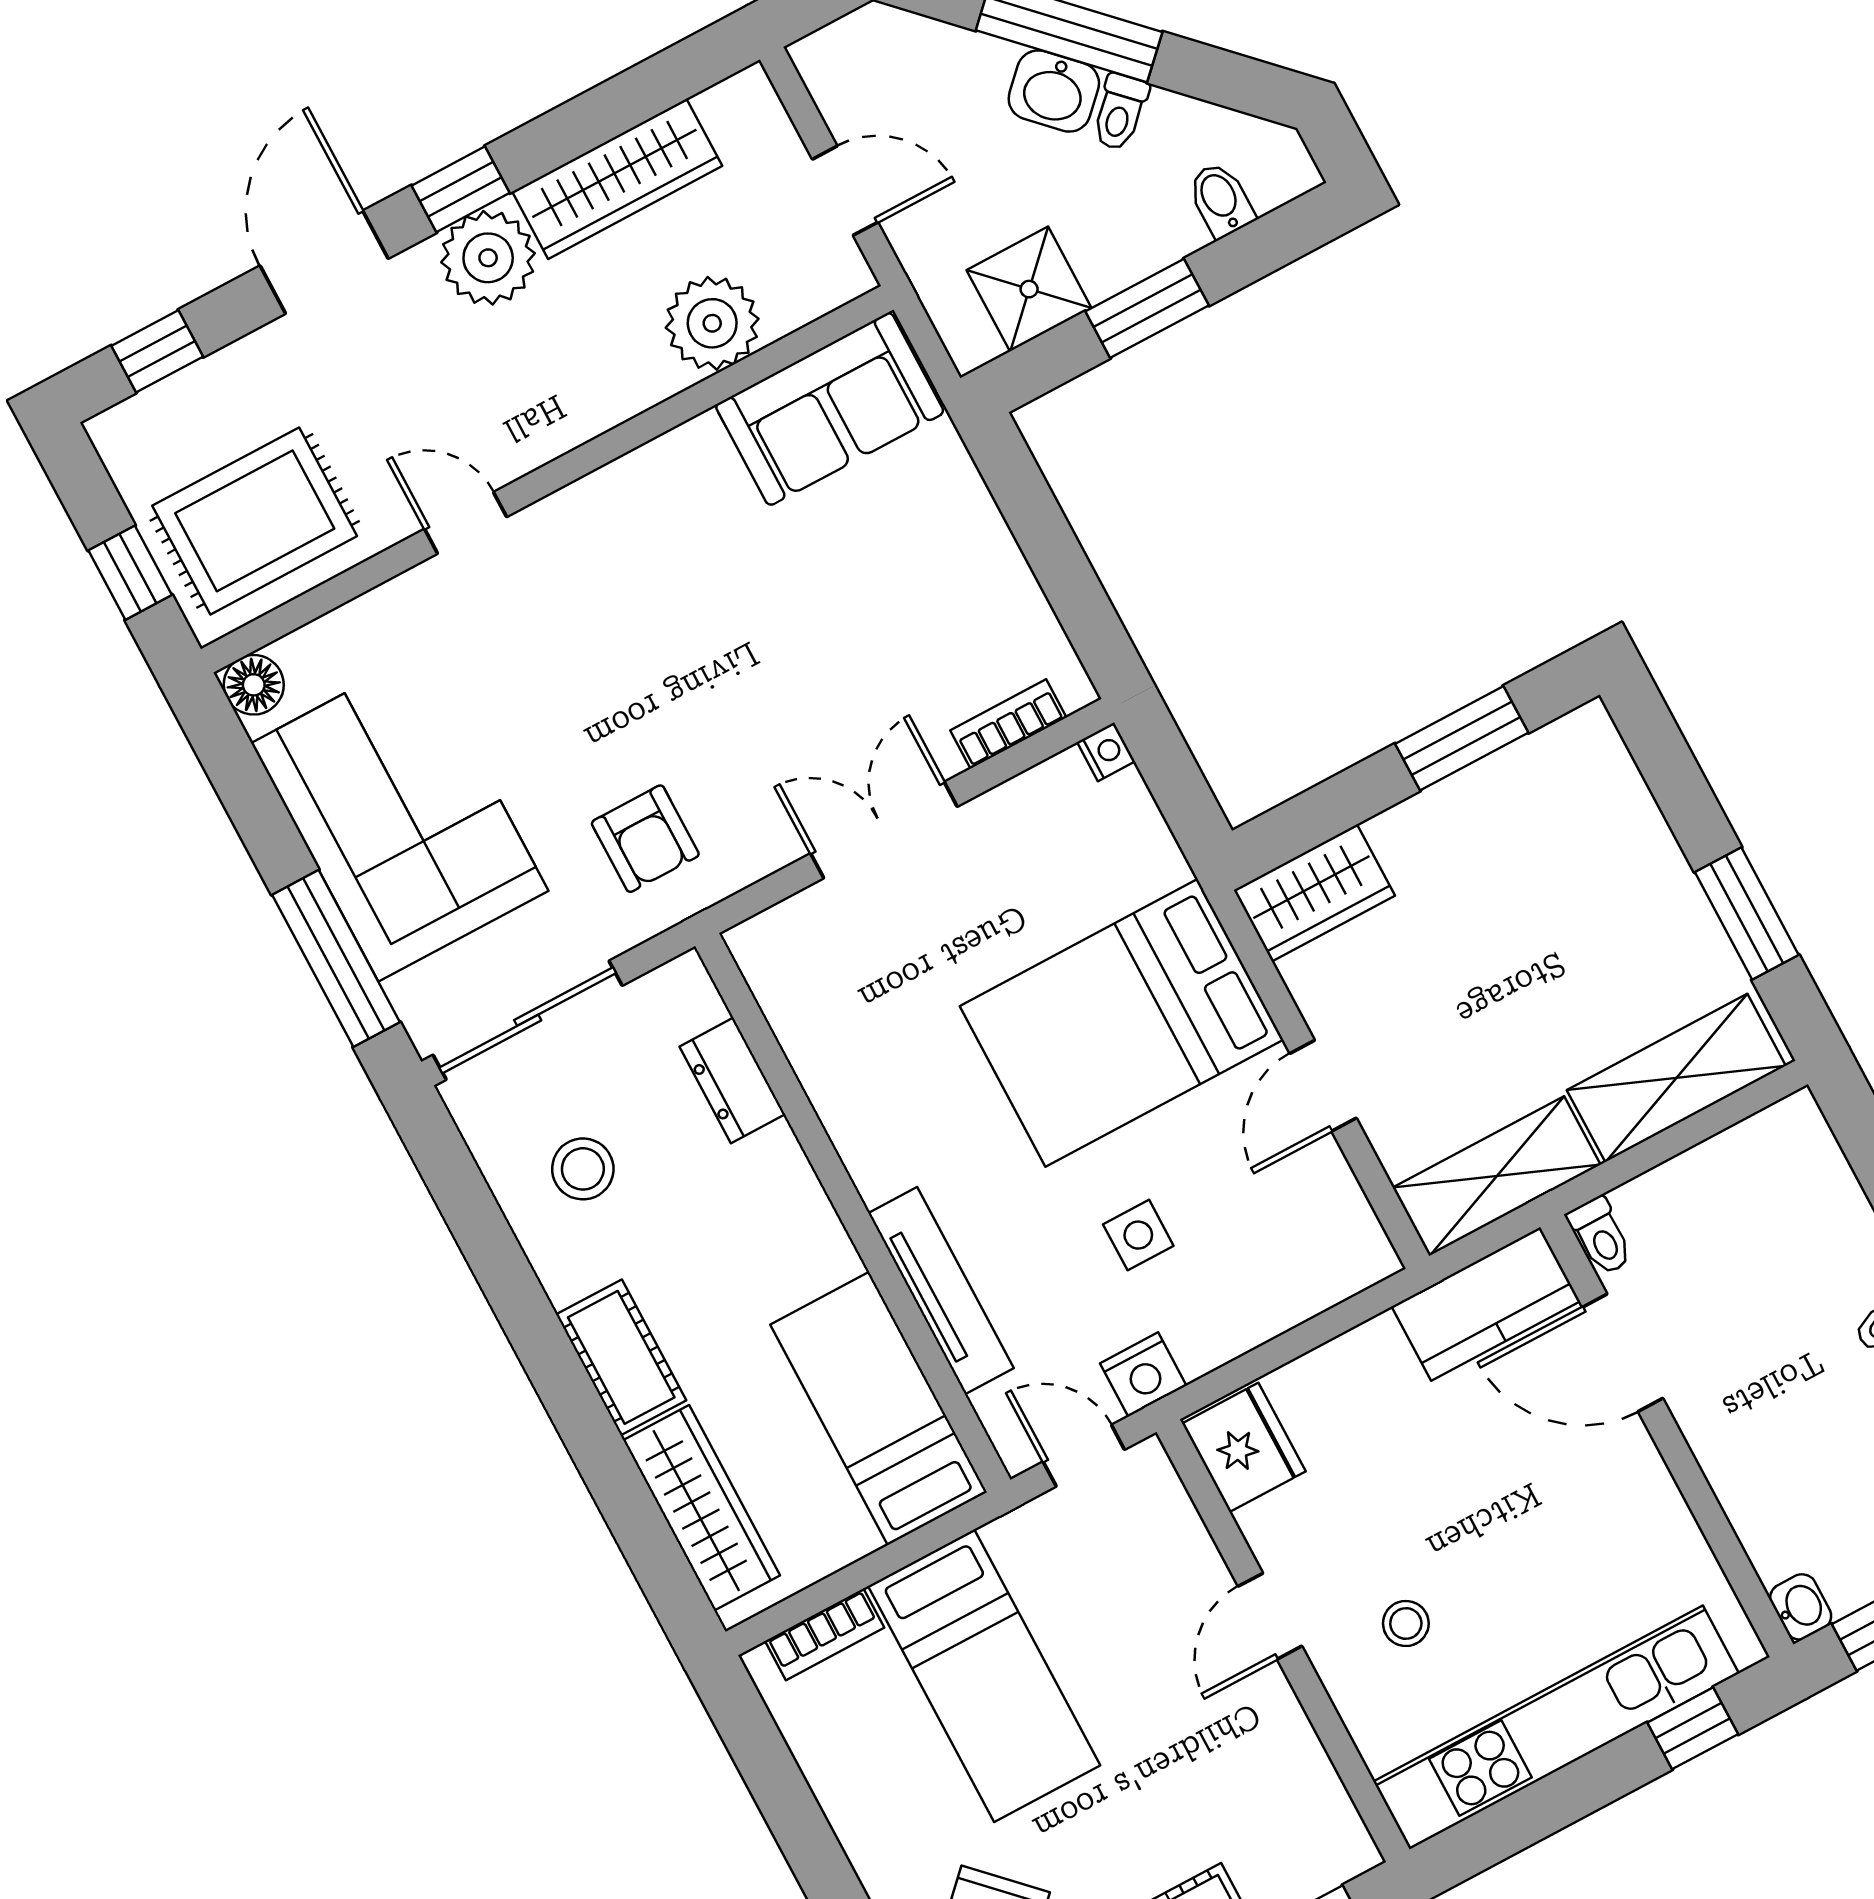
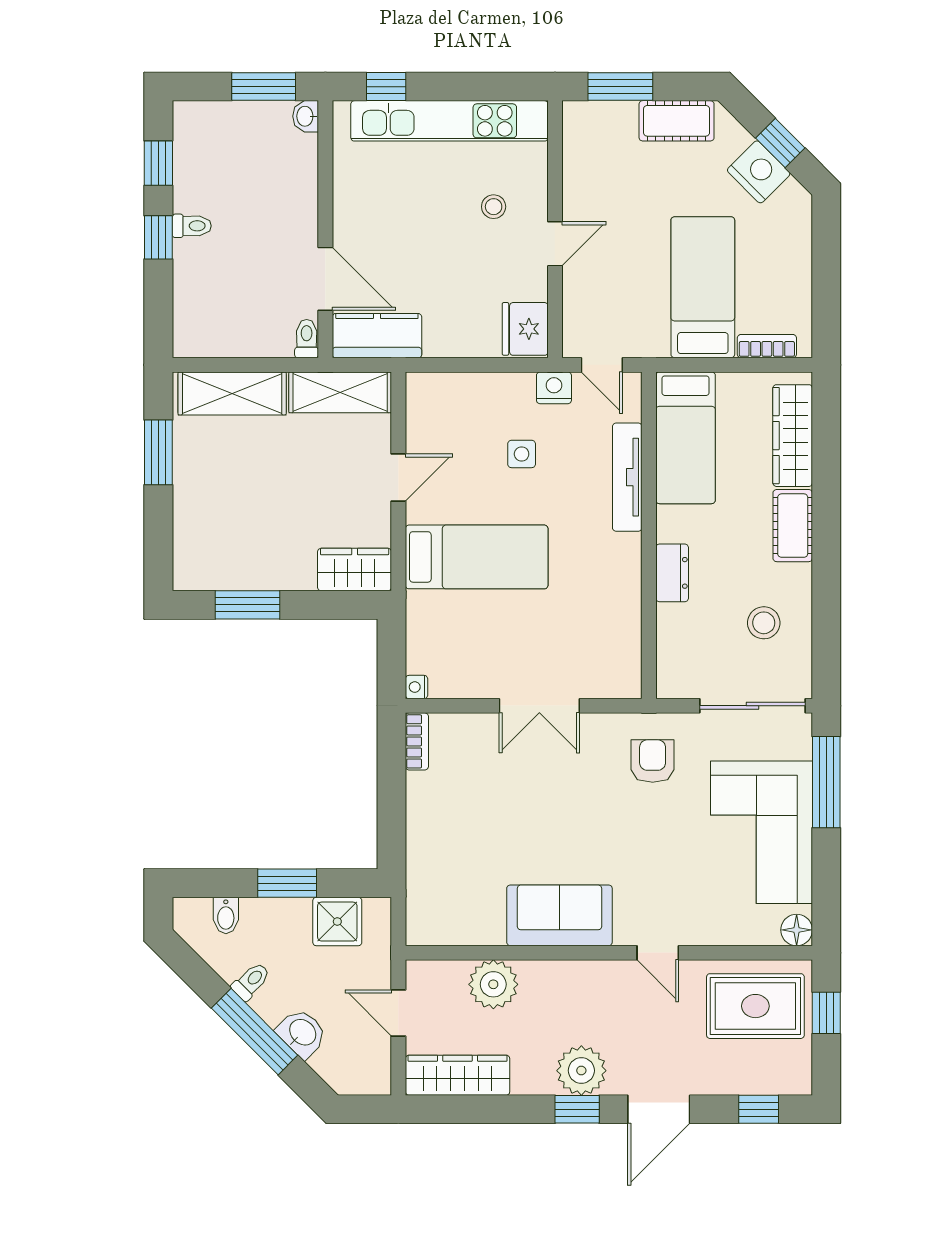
washbasin: (1054, 91) -> (302, 1033), moved
wardrobe: (617, 179) -> (458, 1075), moved
sofa: (830, 409) -> (559, 915), moved
bookcase: (1008, 724) -> (417, 741), moved, turned -90
bed: (1122, 1023) -> (477, 557), width x0.67
dresser: (732, 1080) -> (672, 573), moved

